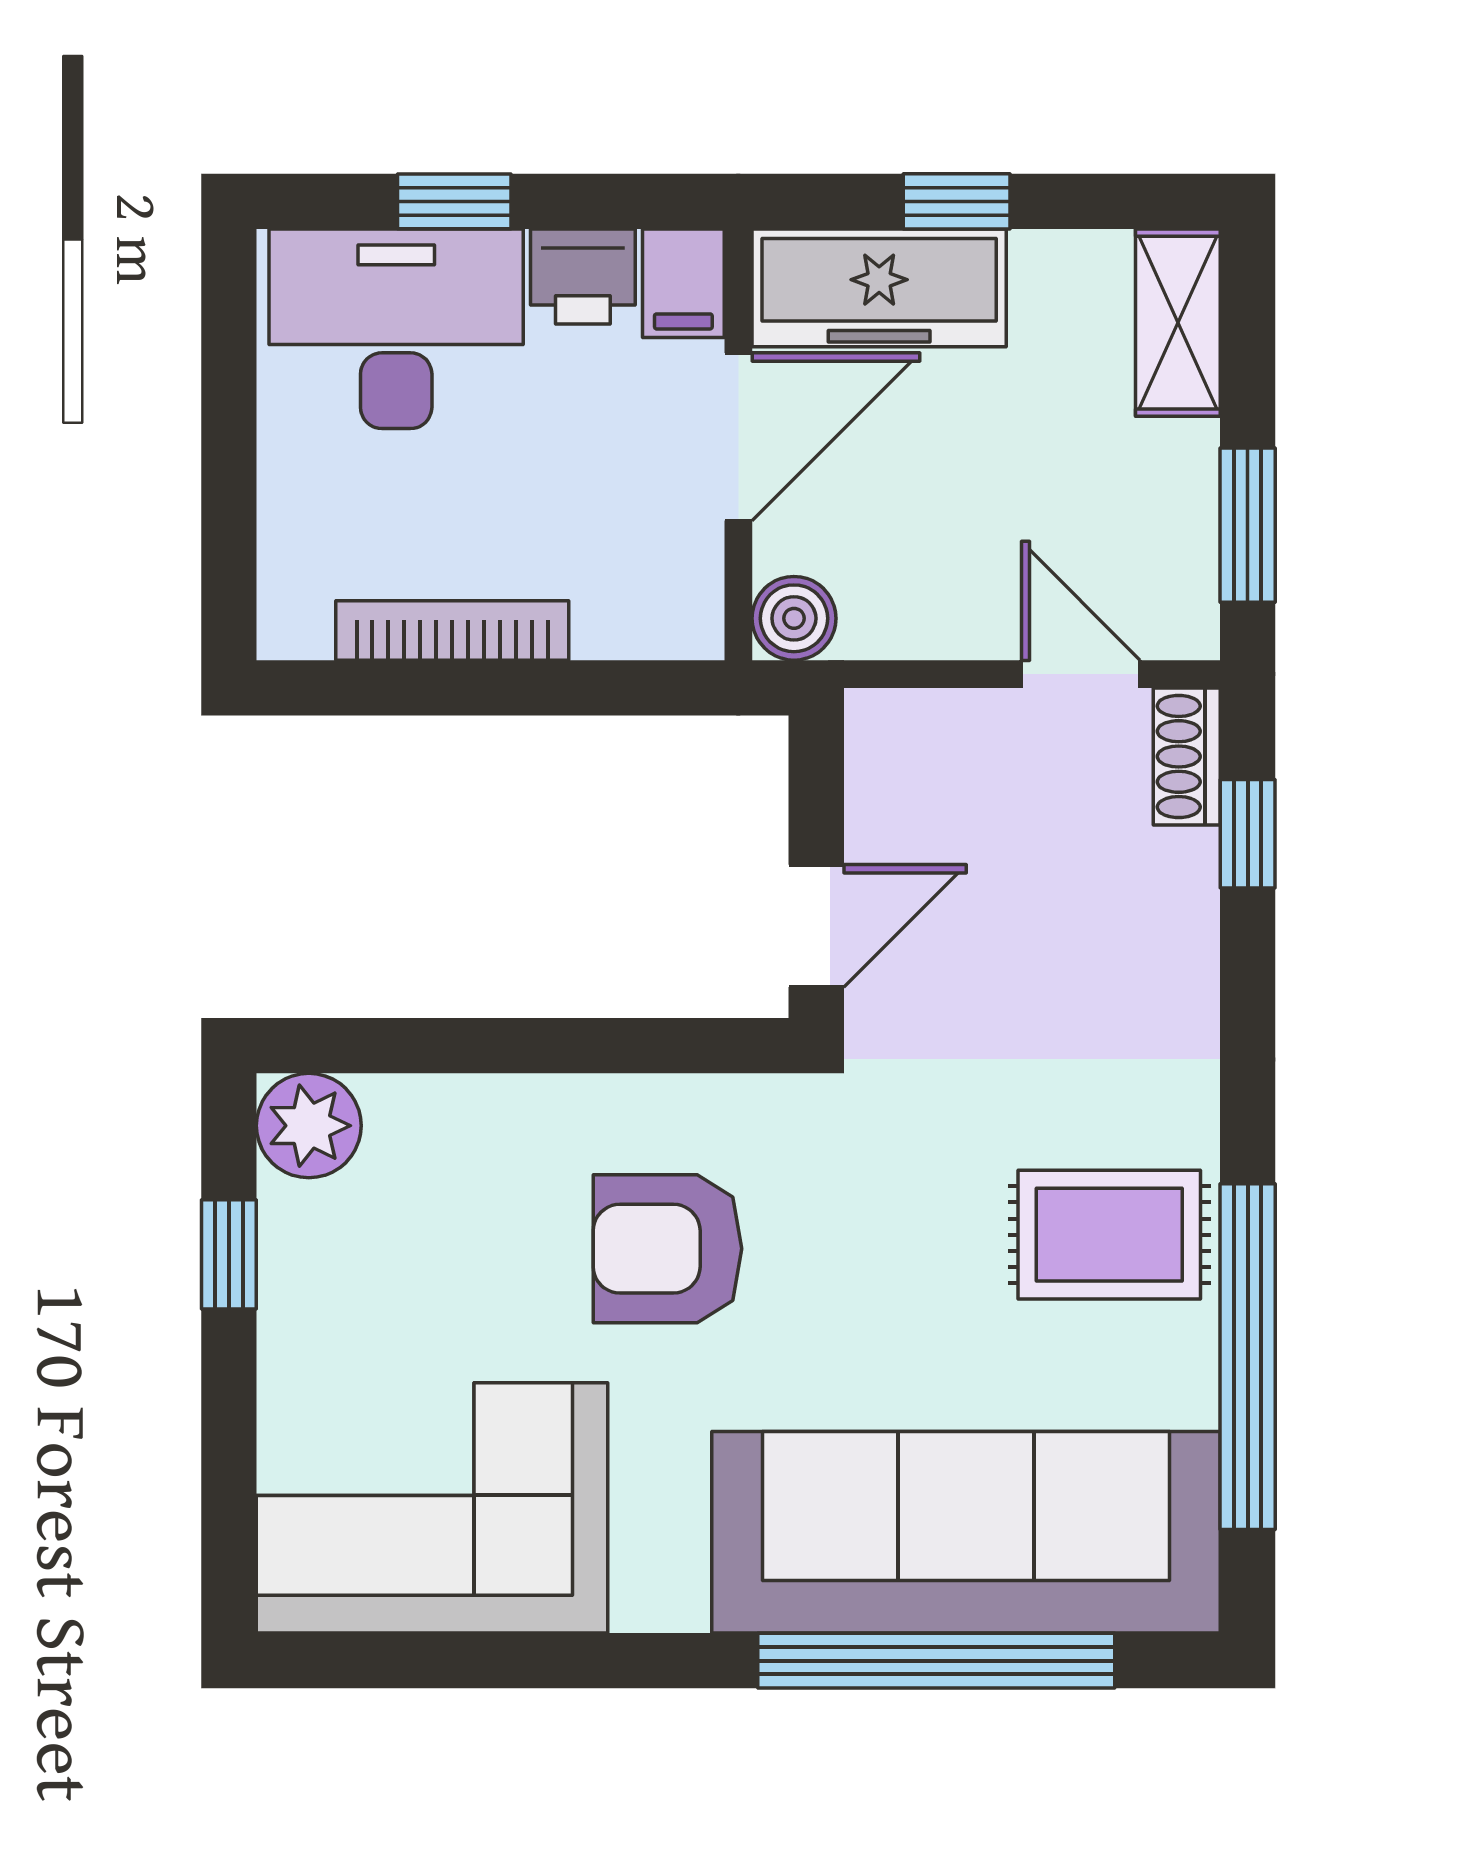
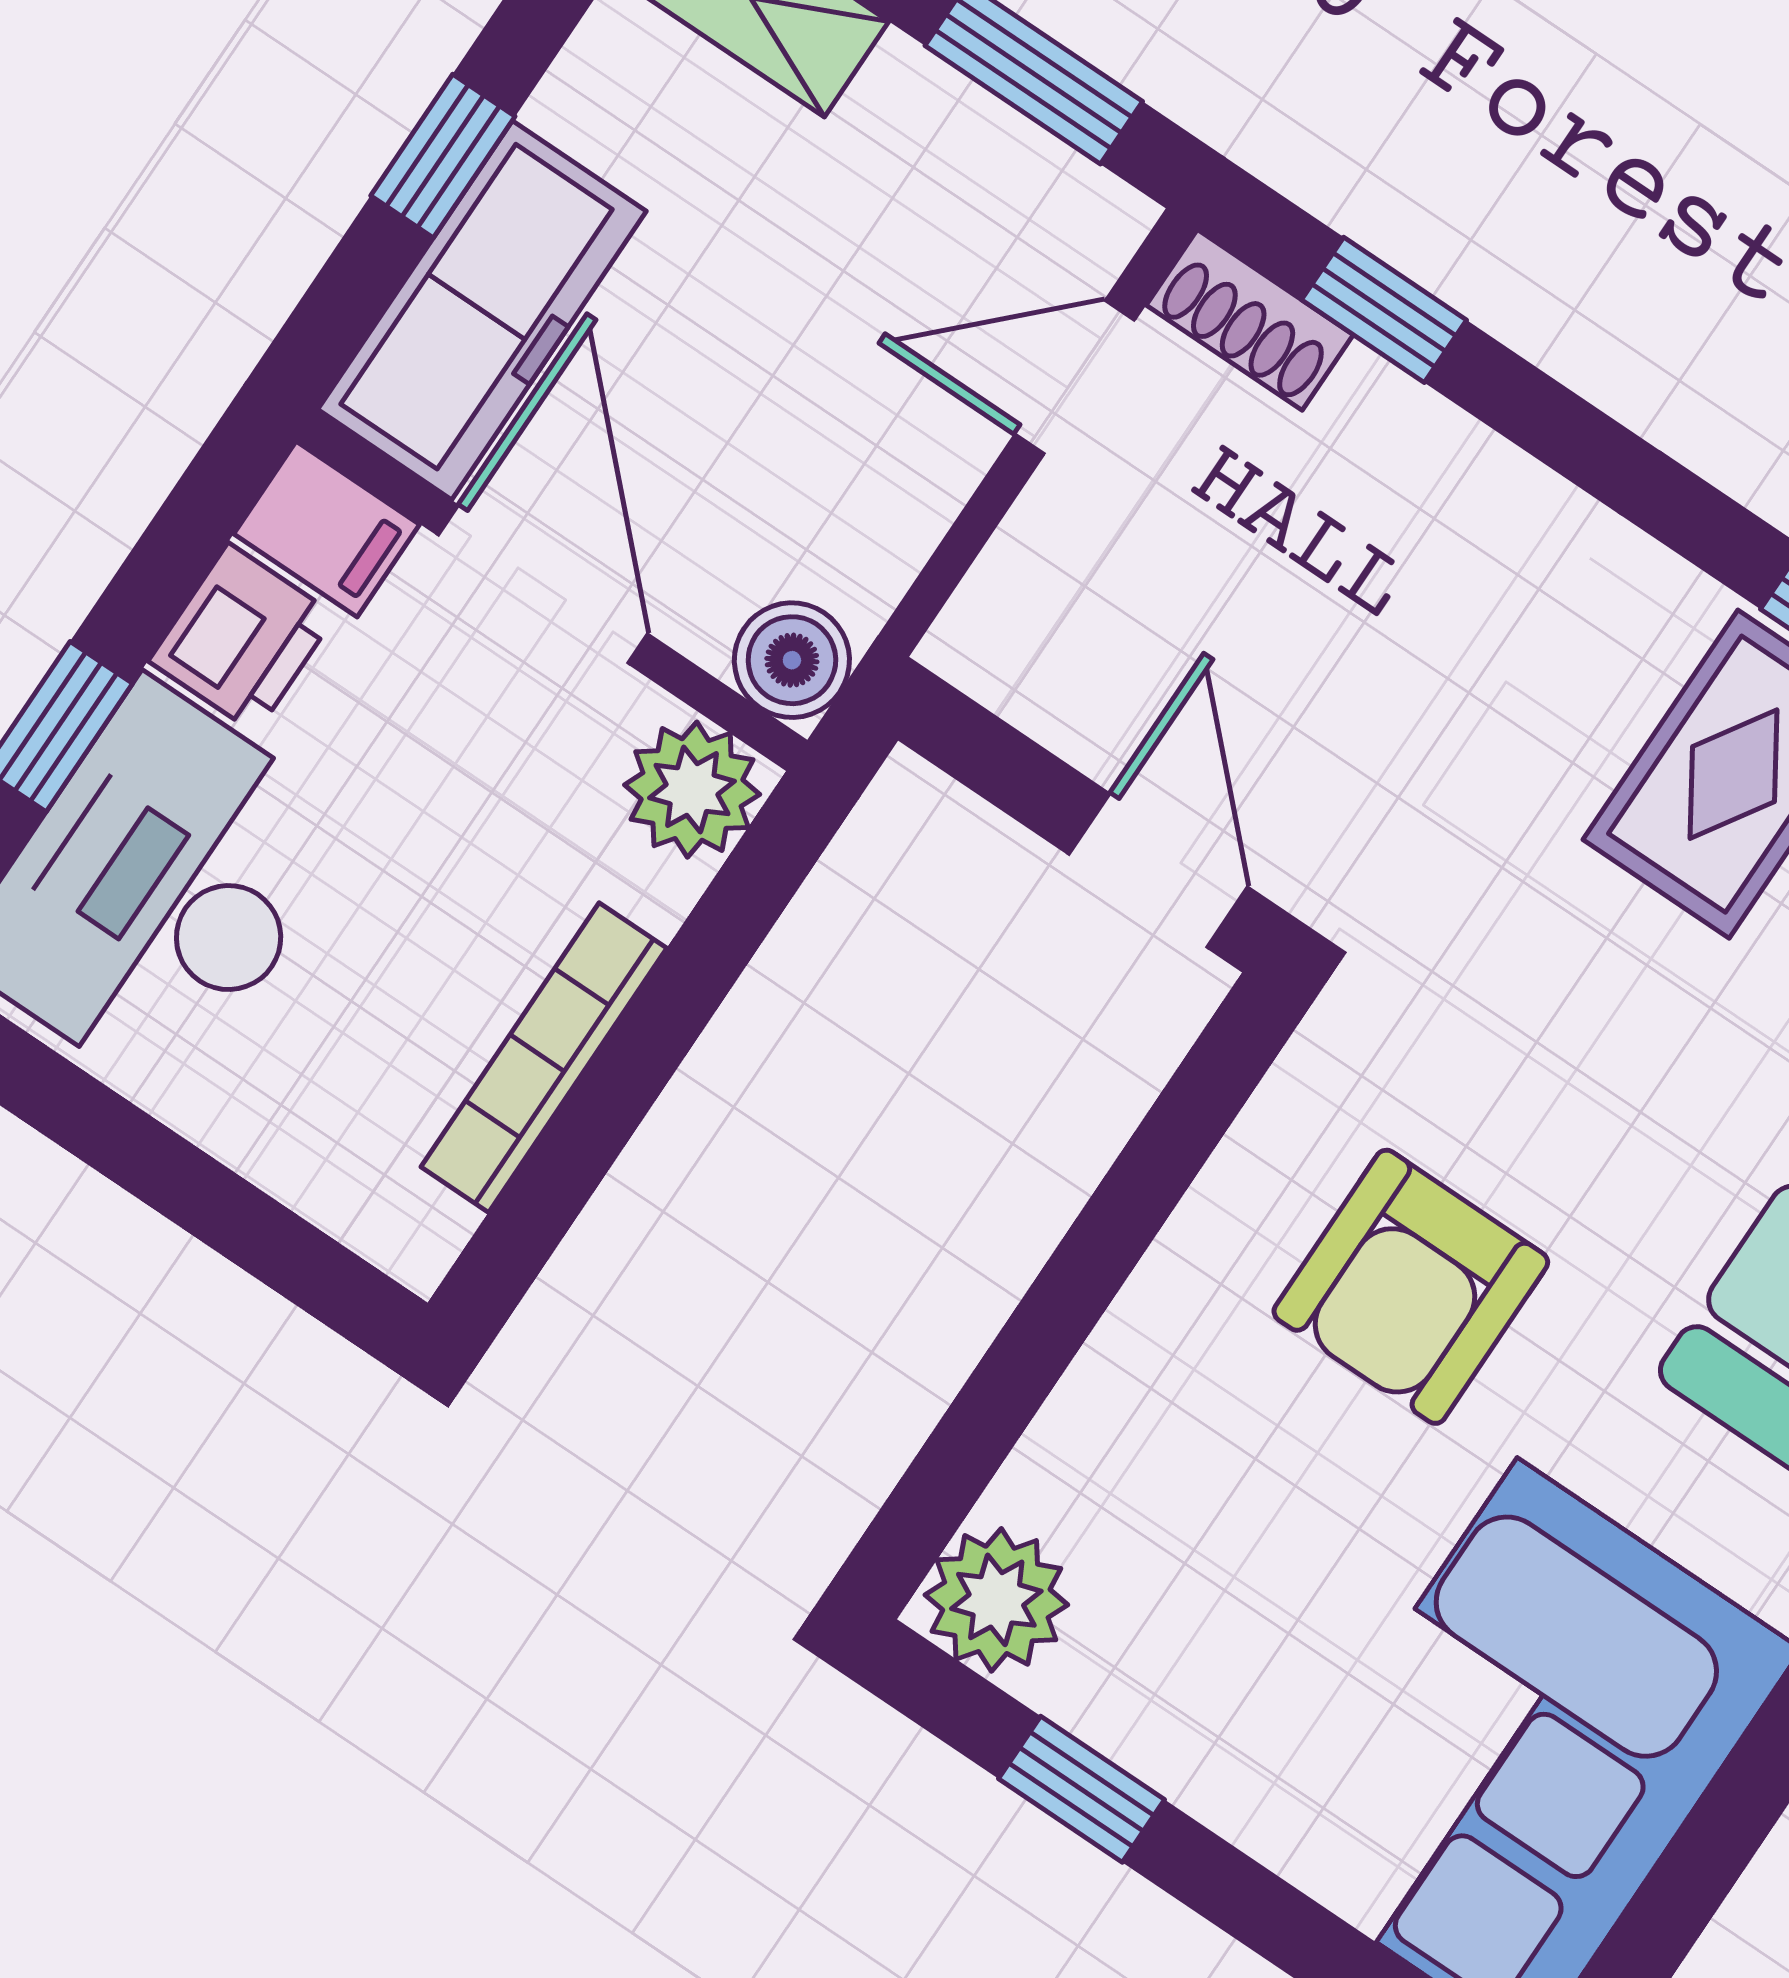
plant: (675, 611) -> (692, 790), added

